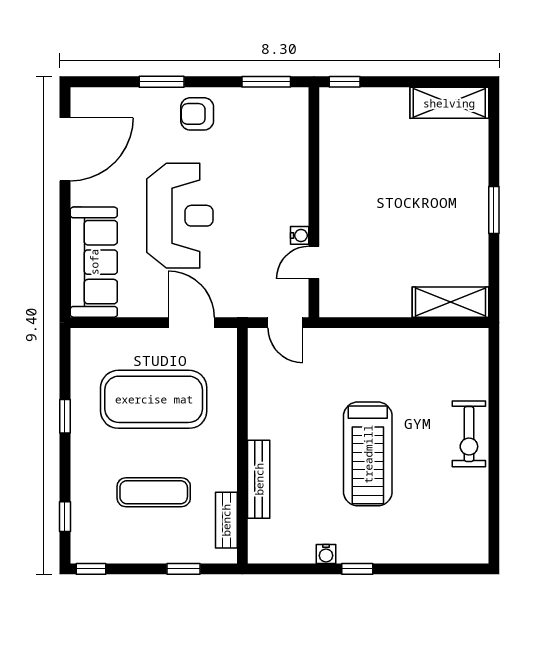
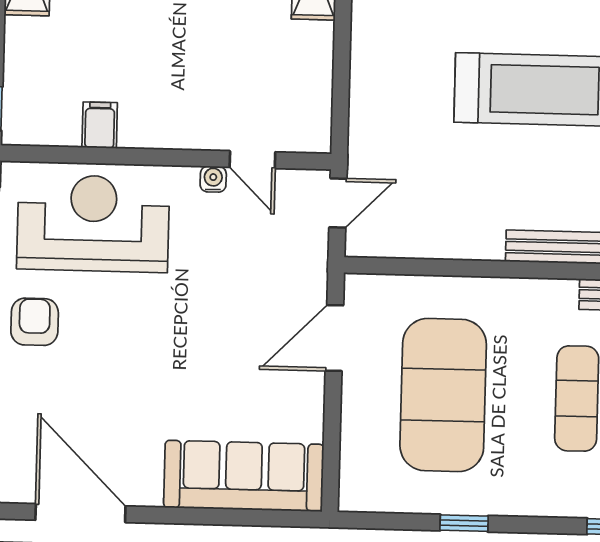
armchair: (197, 114) -> (35, 322), turned 180
filing cabinet: (335, 156) -> (100, 125), added
reception desk: (180, 216) -> (93, 223), moved

